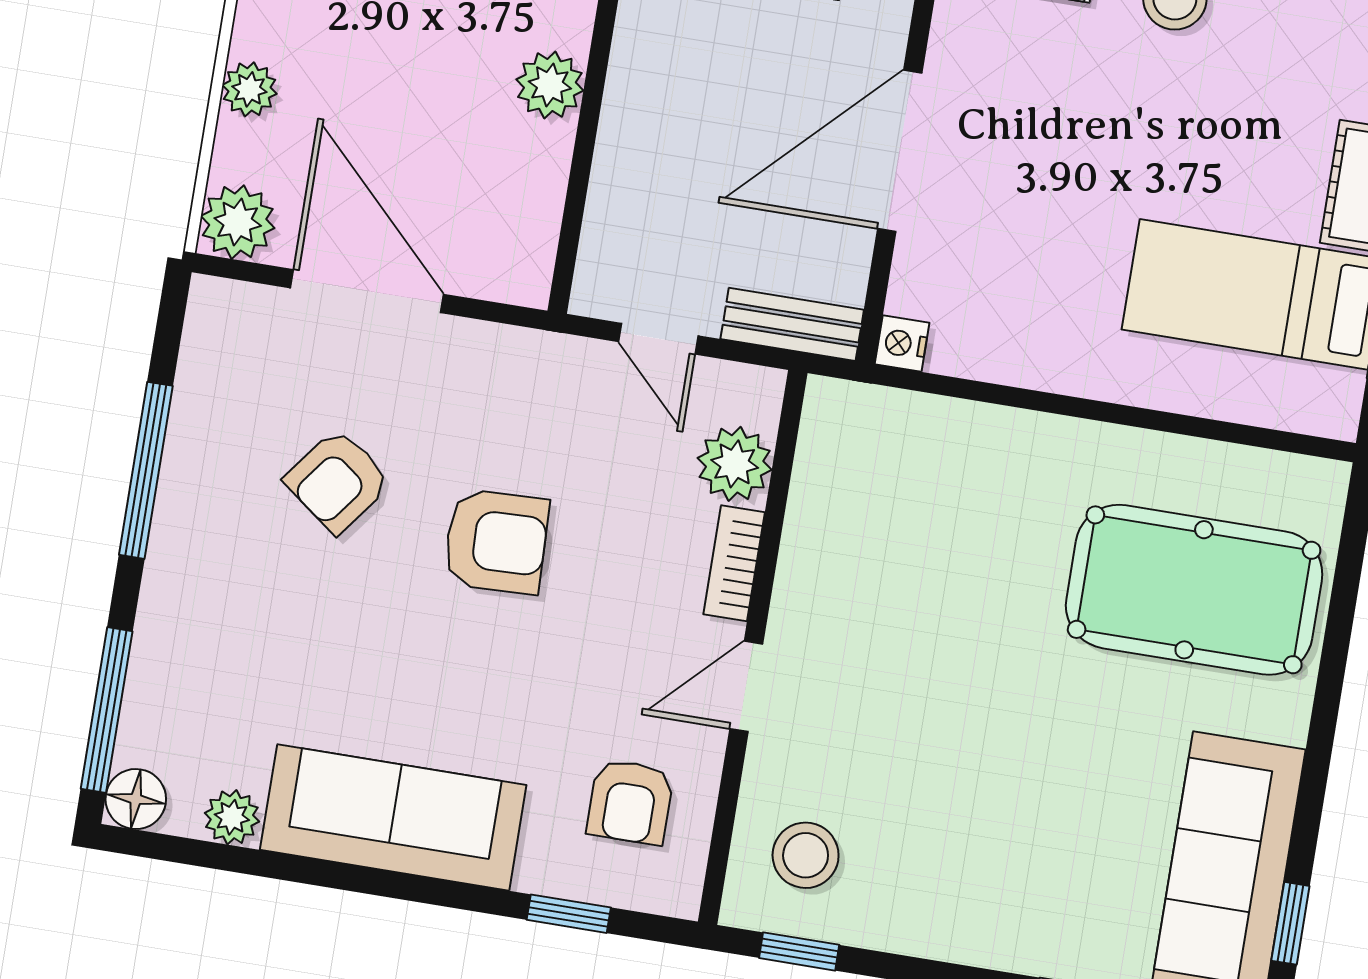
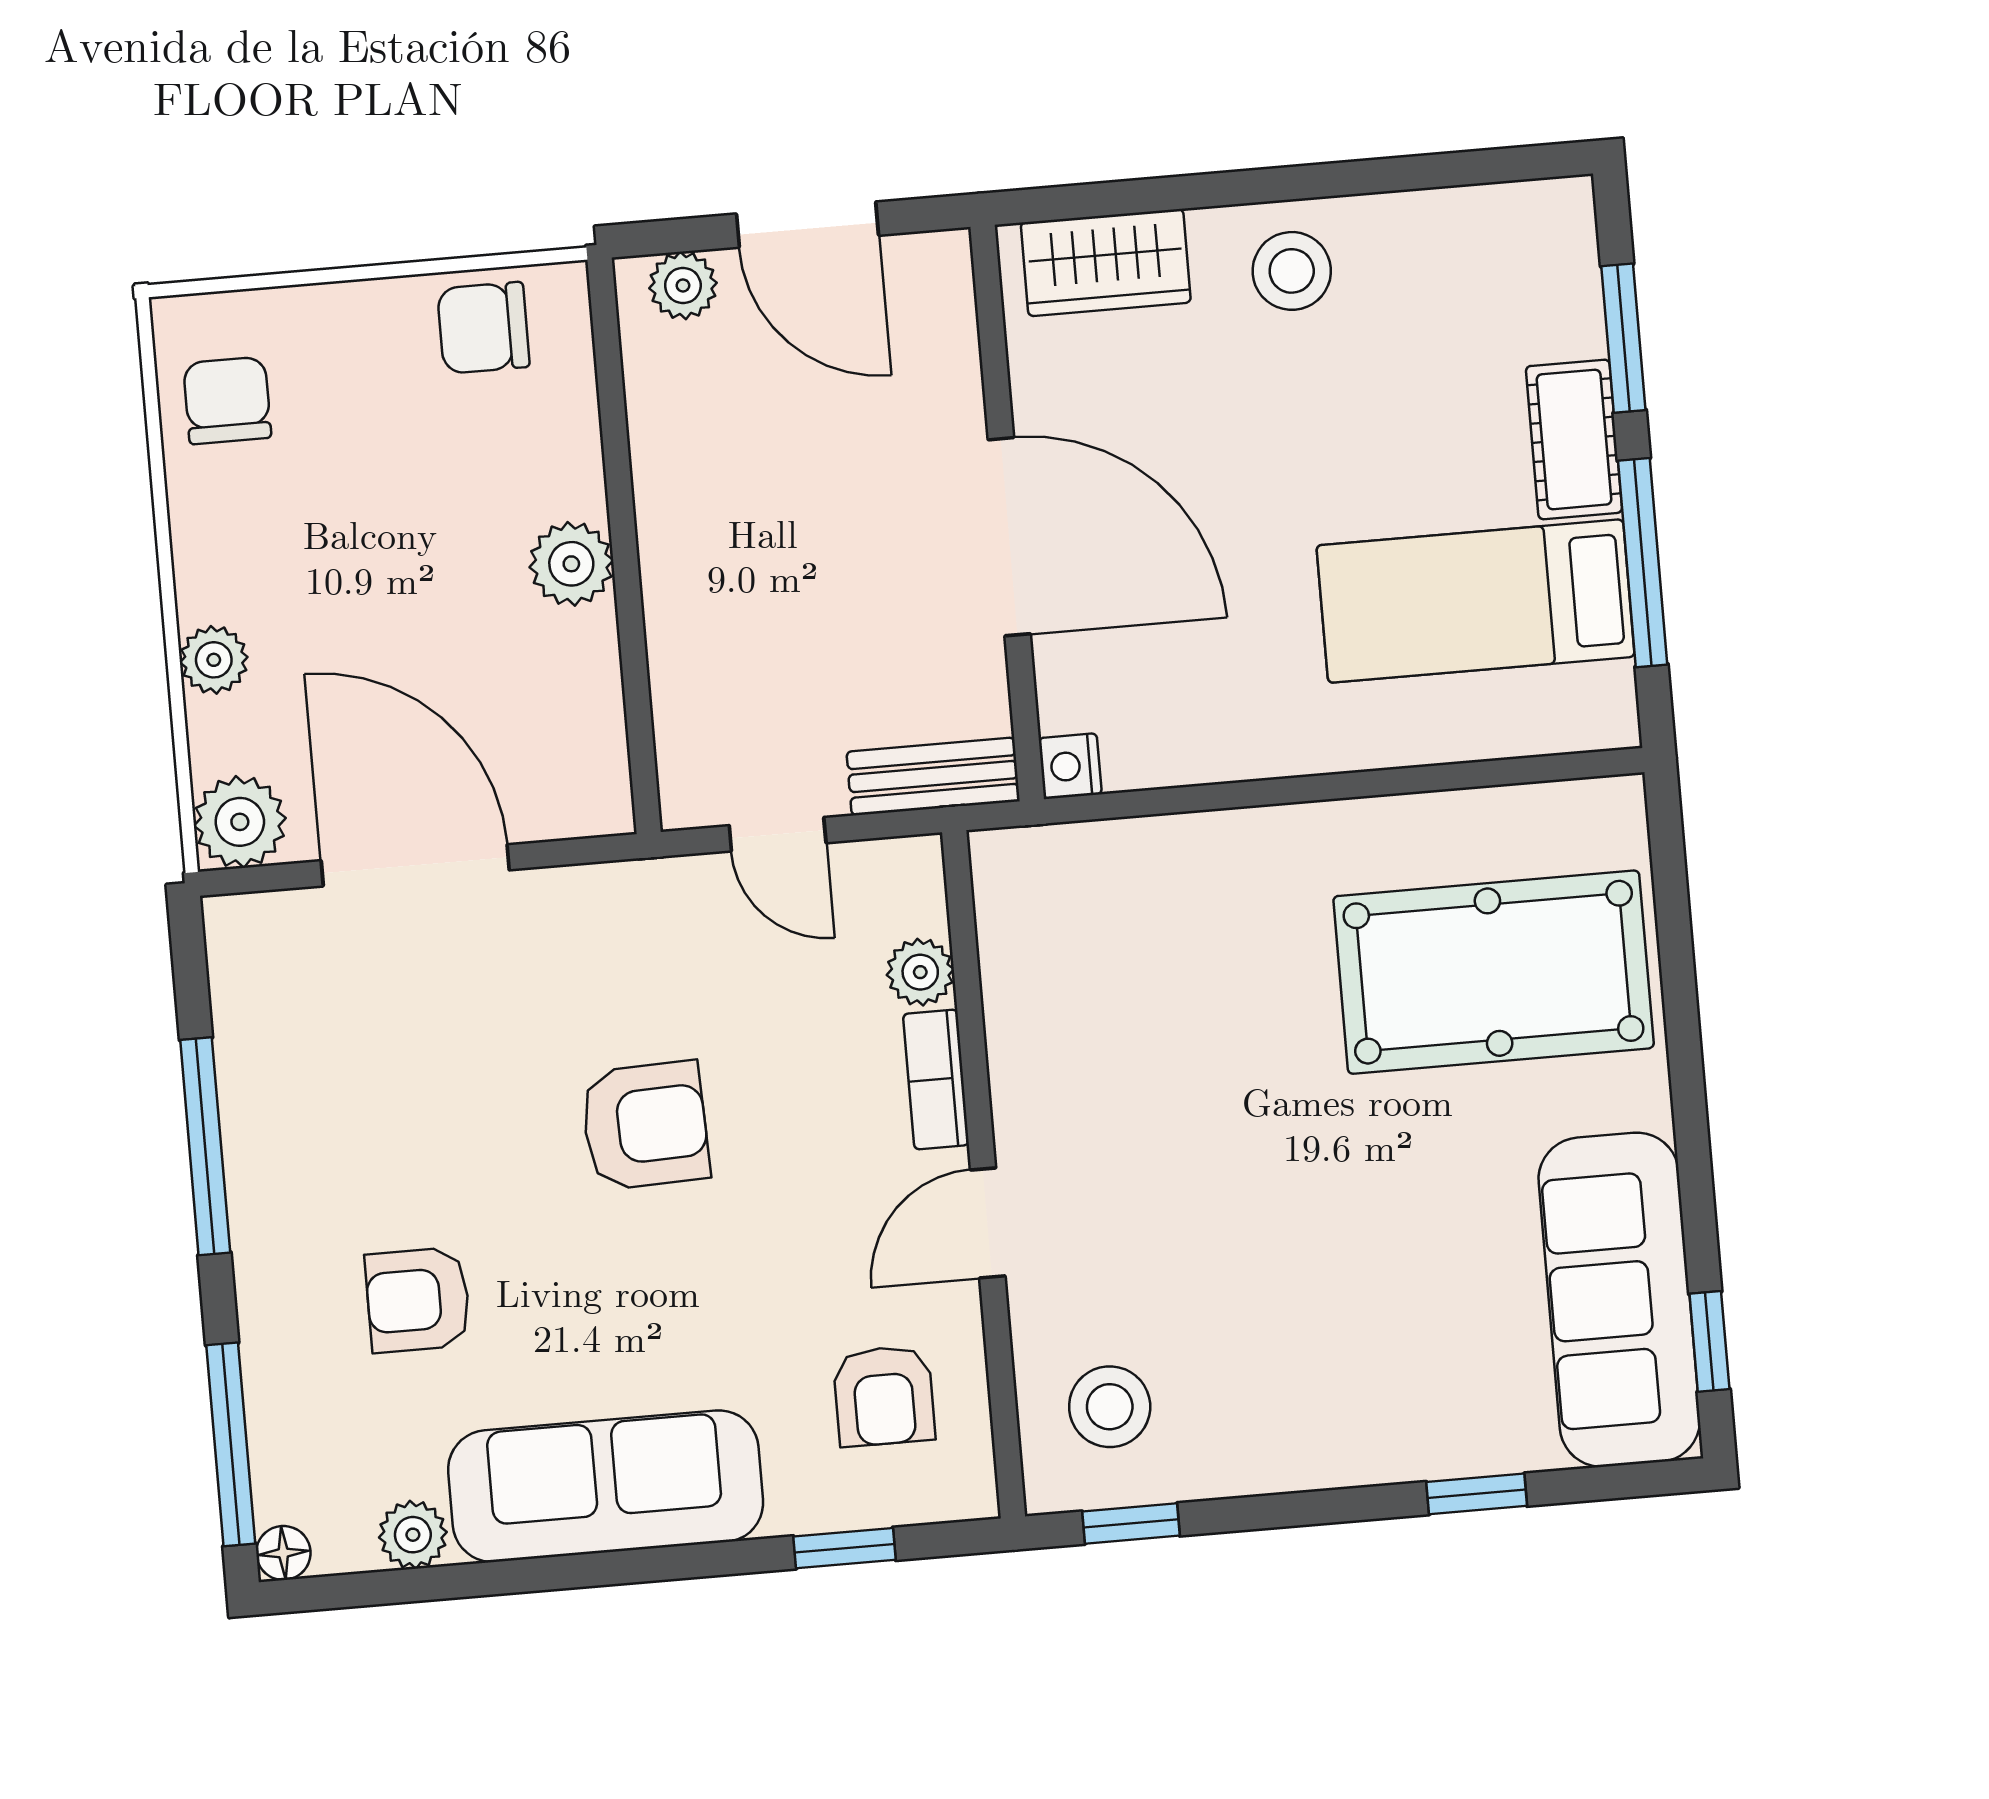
door: (900, 151) -> (1009, 537), swing flipped
plant: (735, 464) -> (920, 972), width x0.73, depth x0.73
armchair: (338, 481) -> (418, 1300), moved, turned 53
floor lamp: (136, 799) -> (283, 1553), width x0.73, depth x0.73

